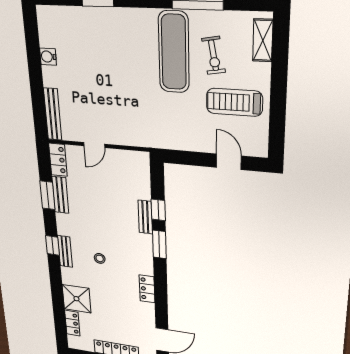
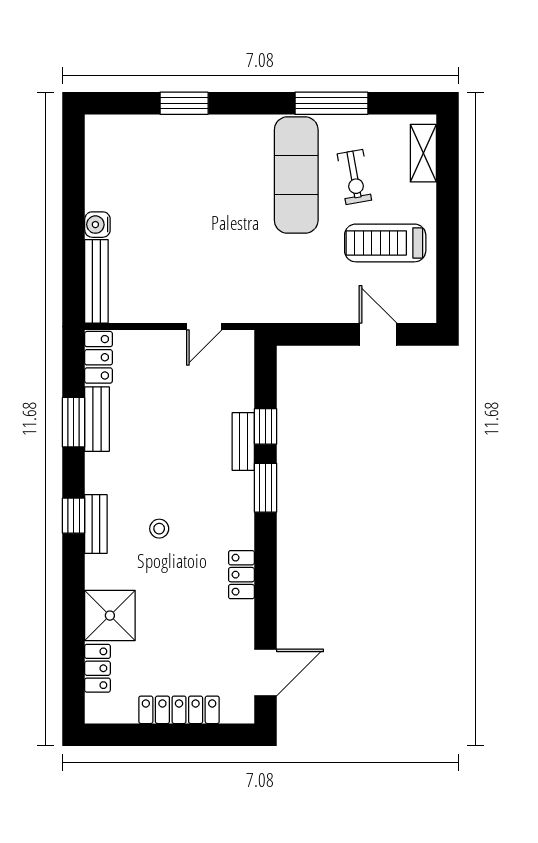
water cooler: (48, 57) -> (97, 225), moved
door: (94, 145) -> (204, 327), moved

